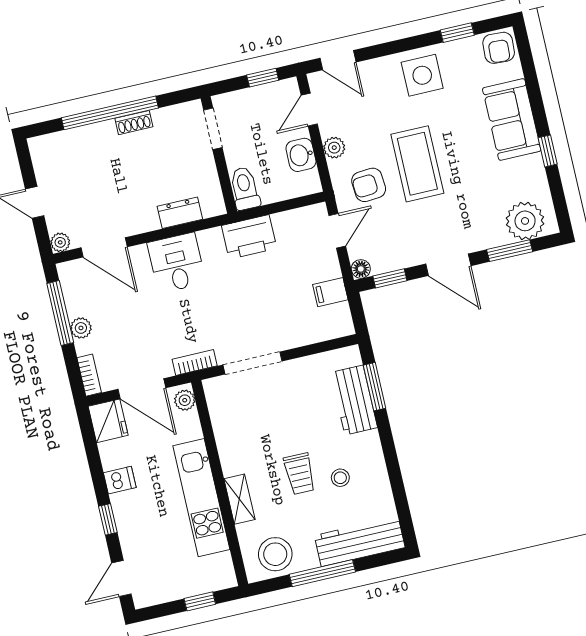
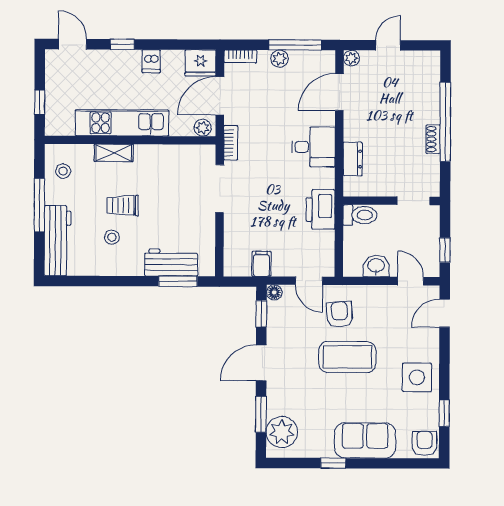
armchair: (499, 48) -> (424, 443), turned 87
plant: (334, 148) -> (376, 294), removed
stool: (275, 554) -> (63, 171), width x0.53, depth x0.53

